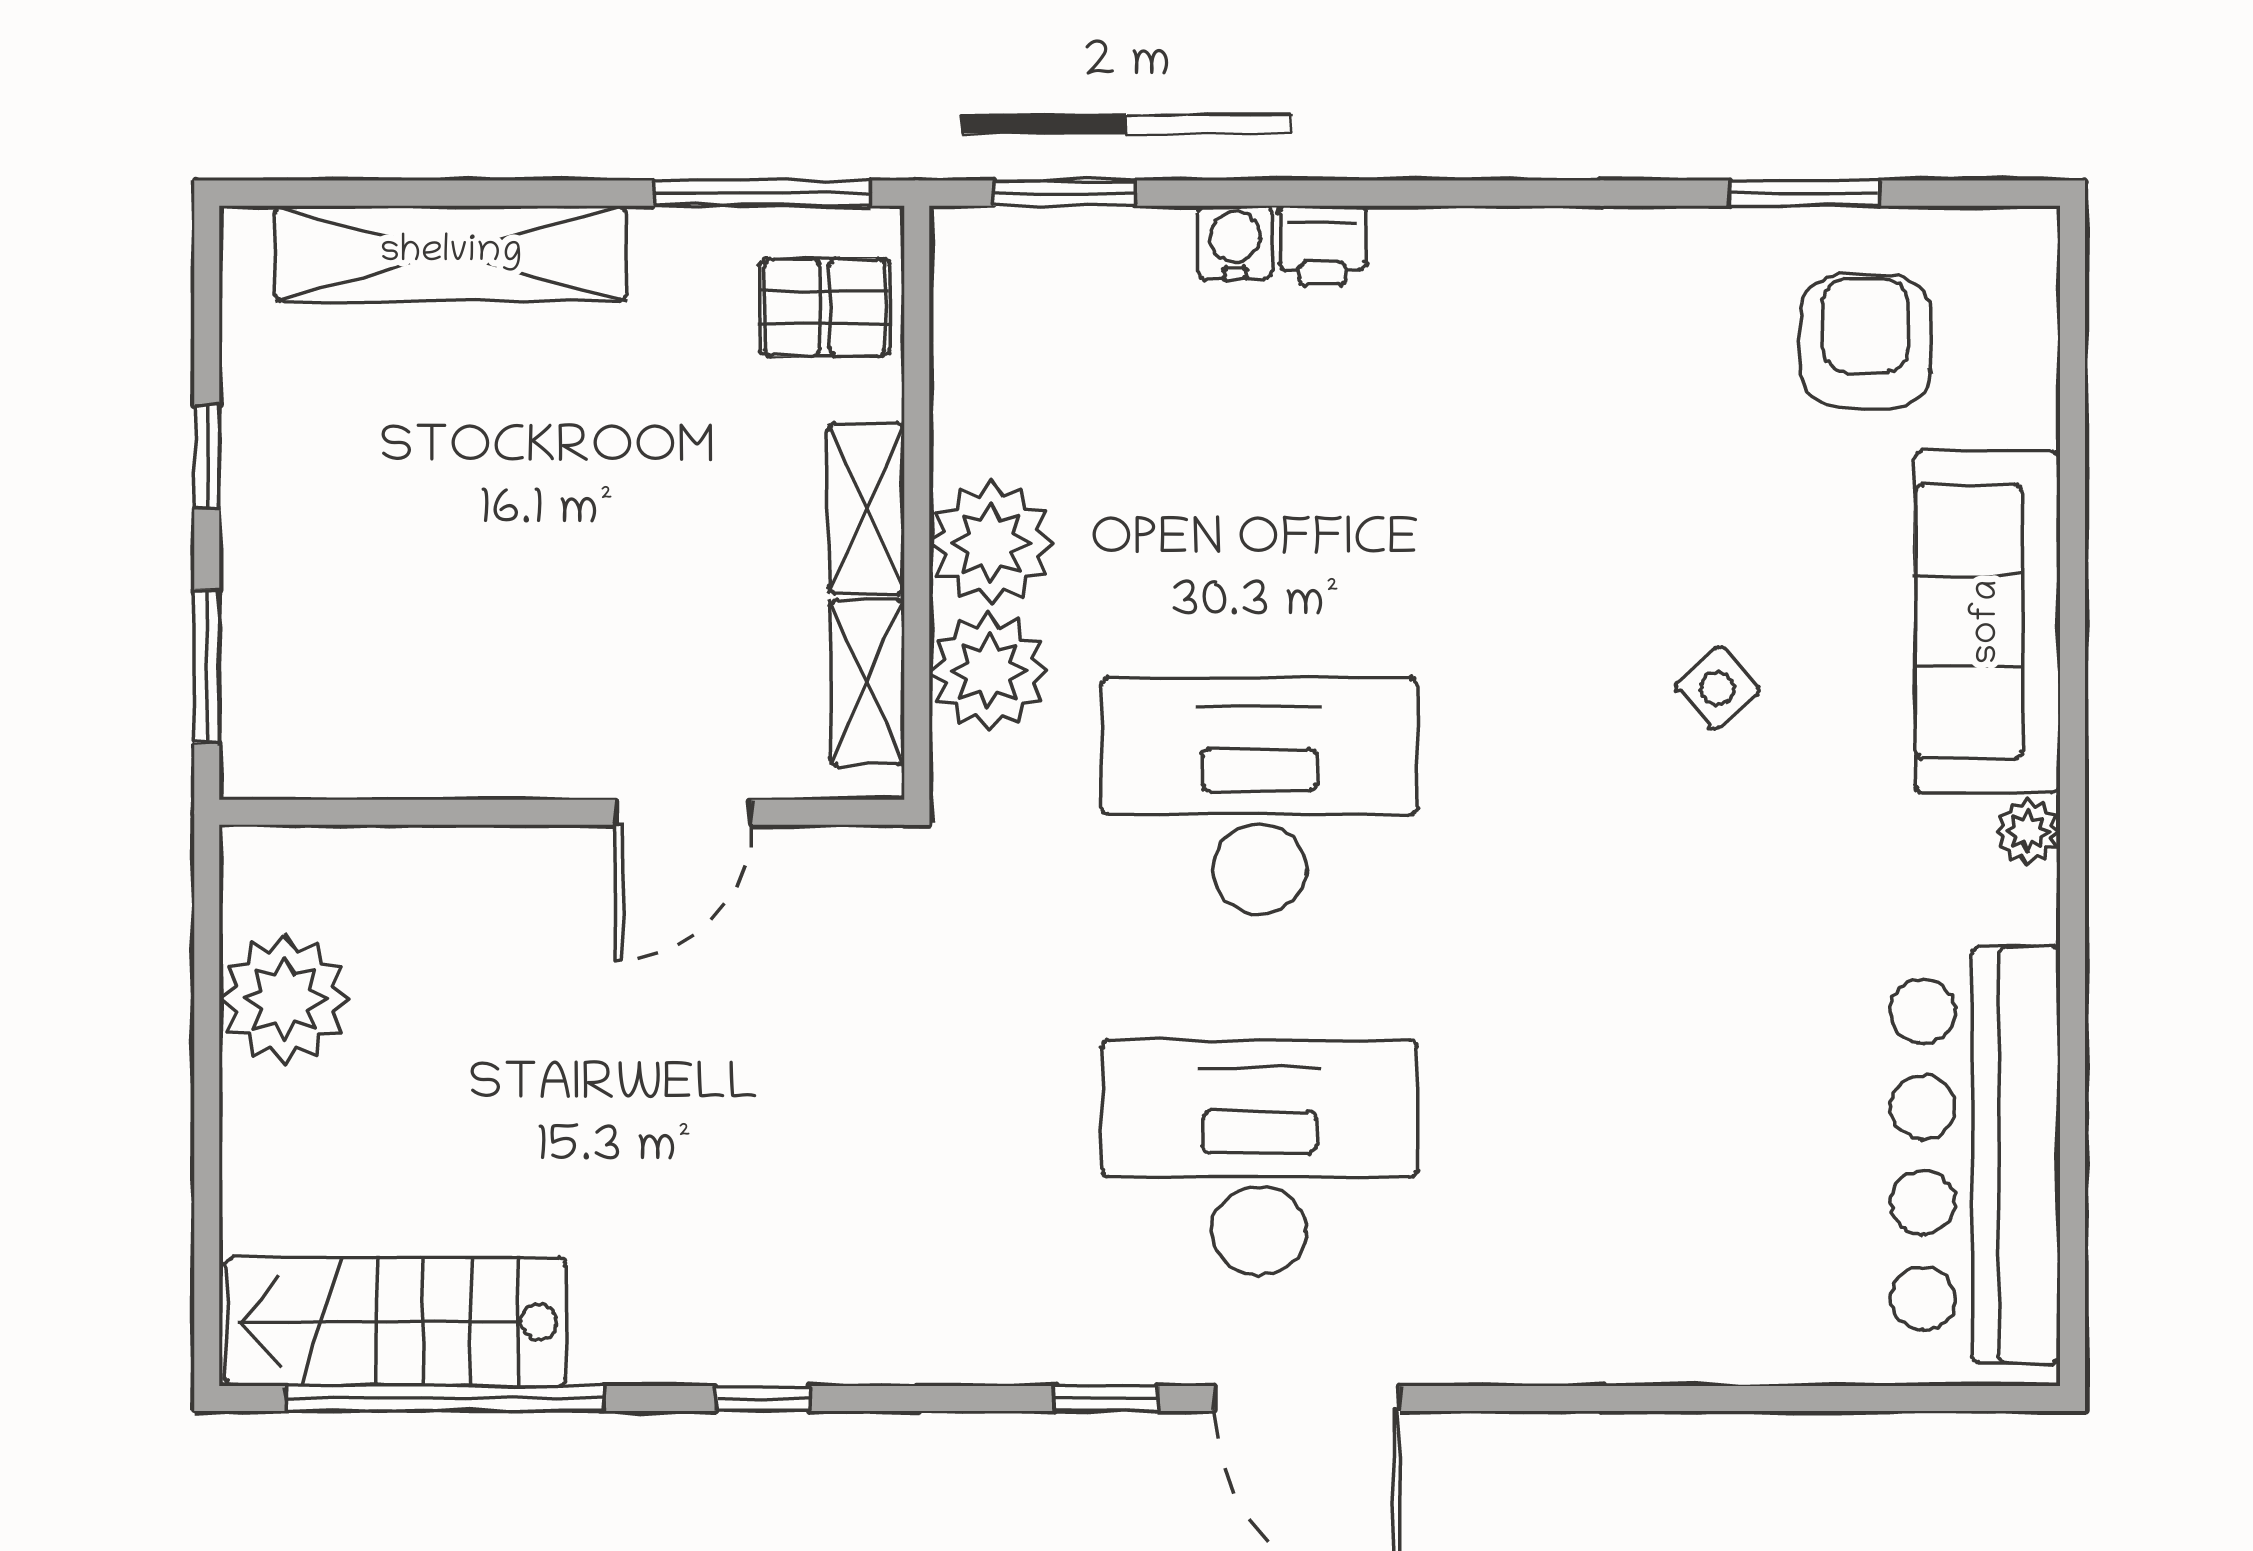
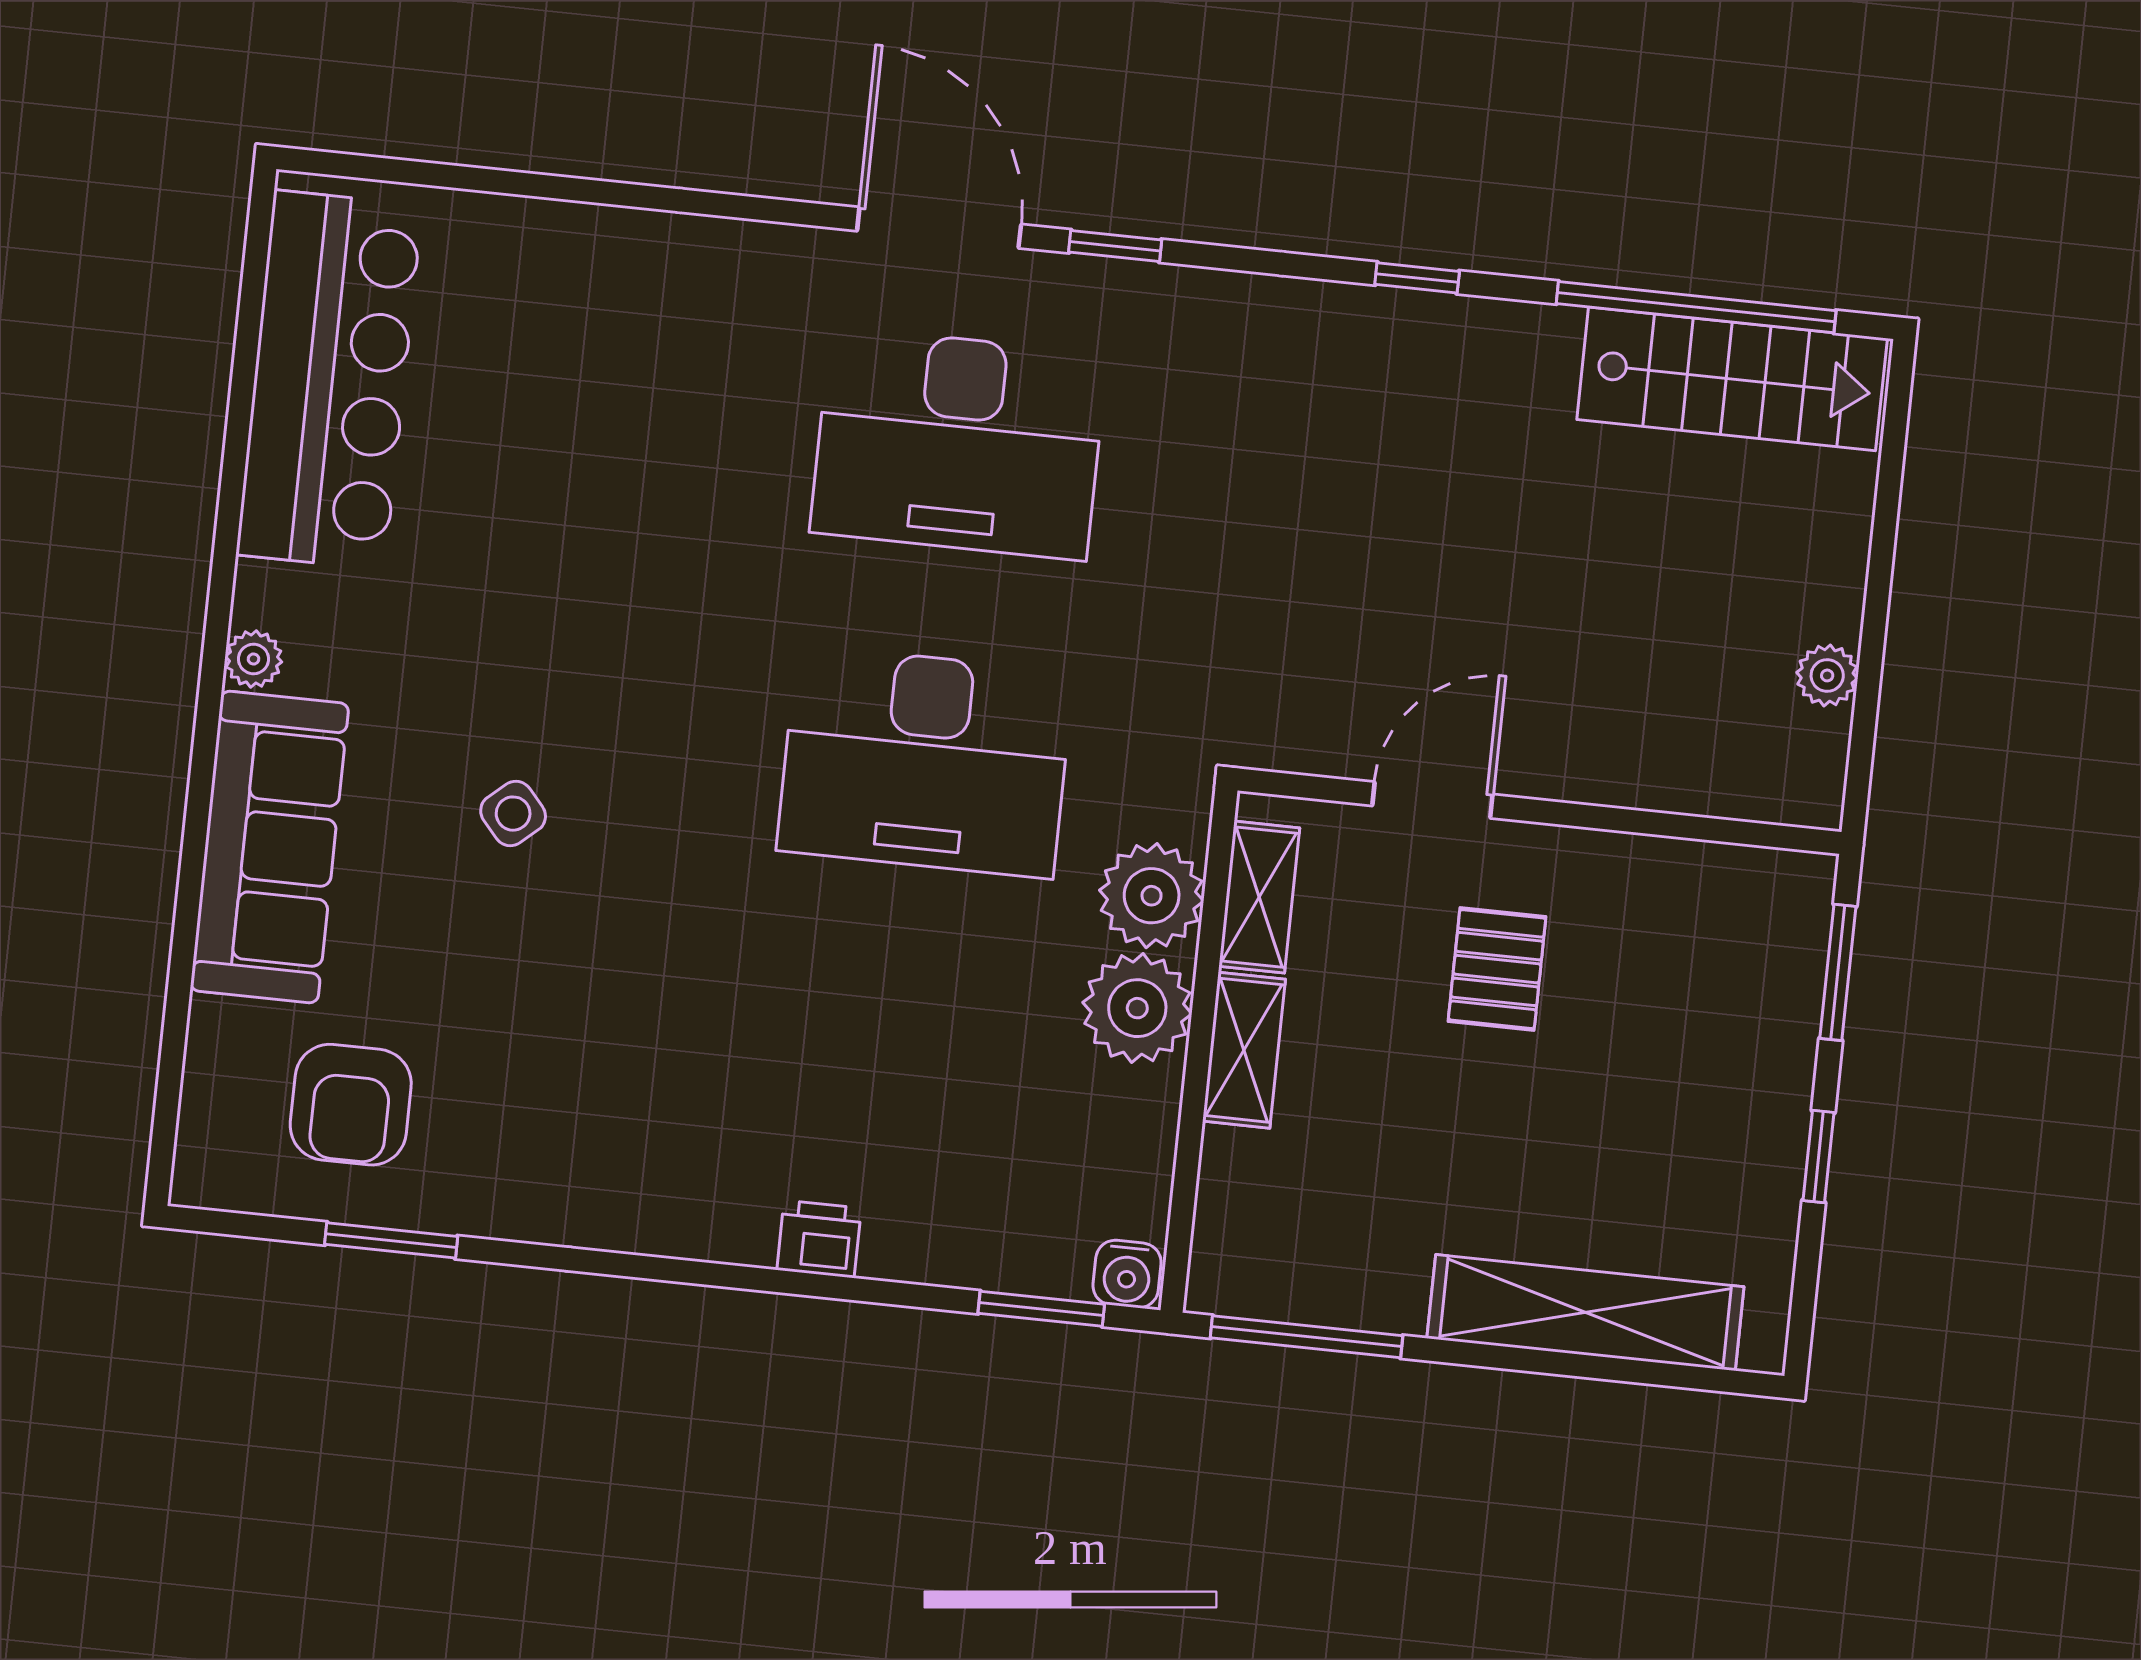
water cooler: (1235, 242) -> (1127, 1274), moved
pallet: (825, 307) -> (1497, 969), moved, turned 90
plant: (284, 999) -> (1827, 675), width x0.53, depth x0.53

